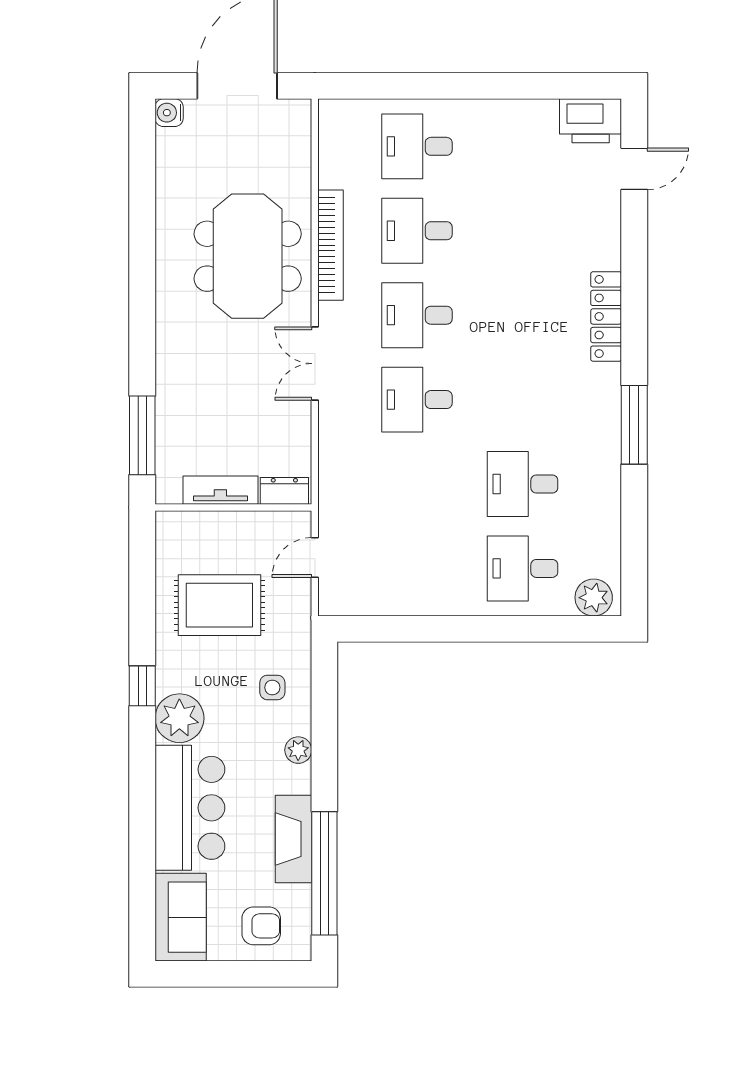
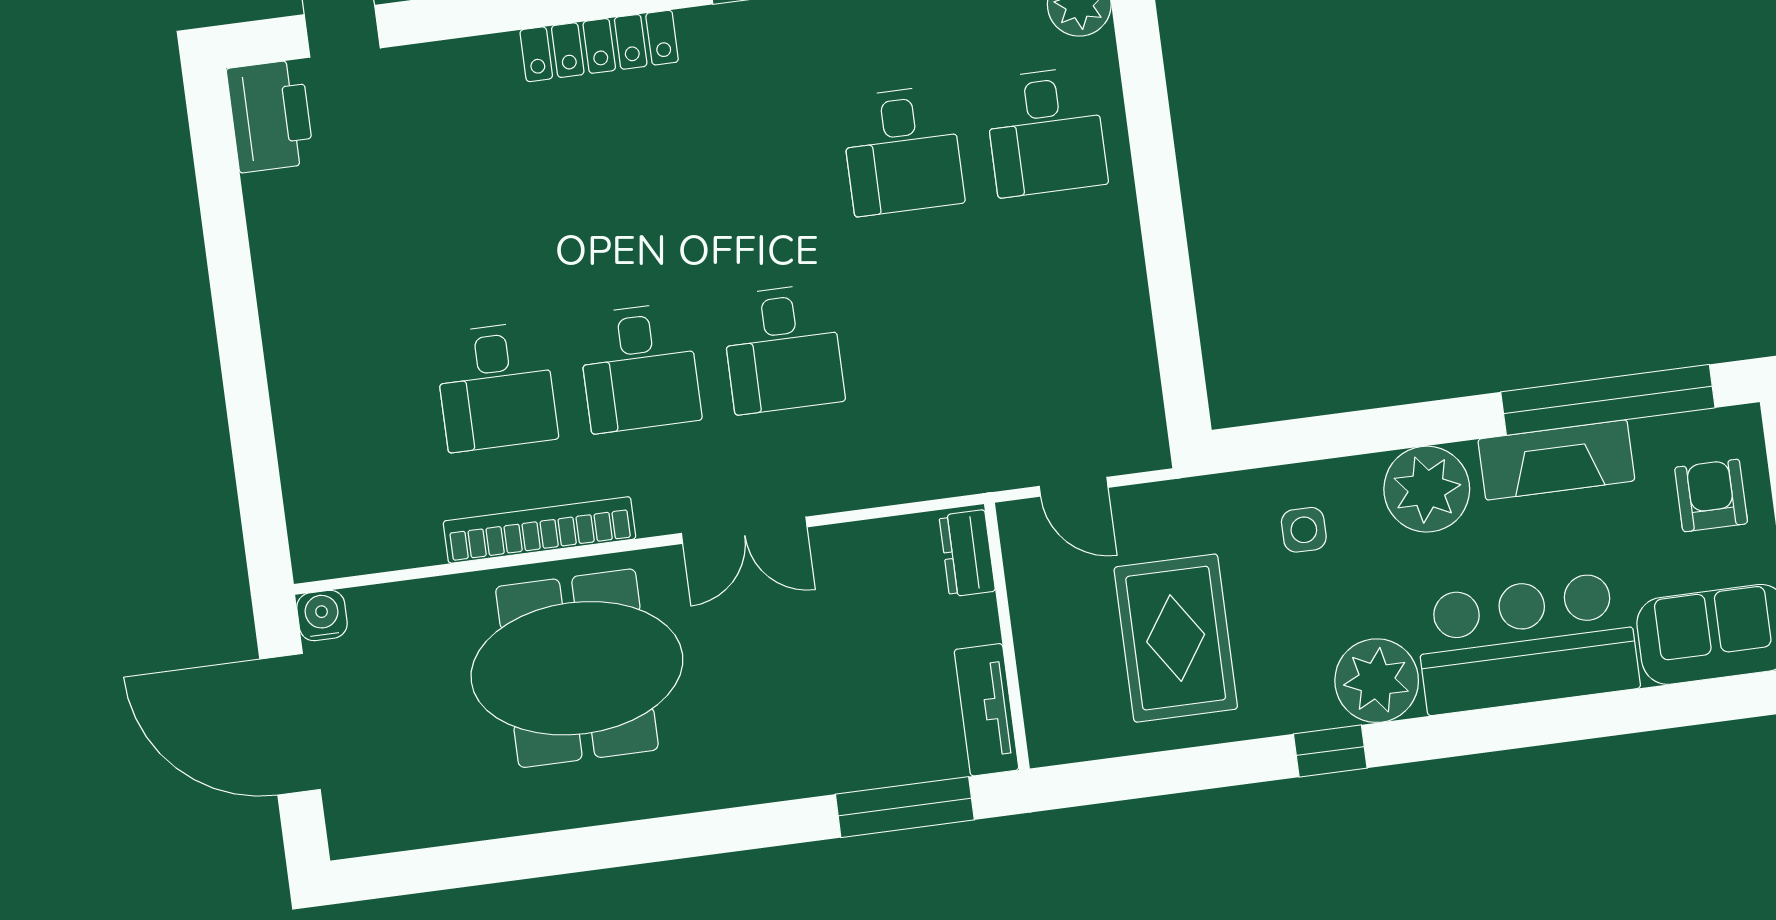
water cooler: (169, 113) -> (322, 615), moved, turned 180
desk: (417, 146) -> (353, 405), removed
tv unit: (220, 490) -> (986, 710), moved
plant: (298, 750) -> (1427, 489), width x1.87, depth x1.87

